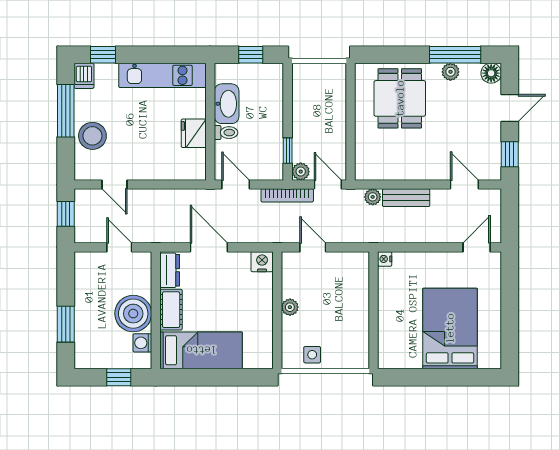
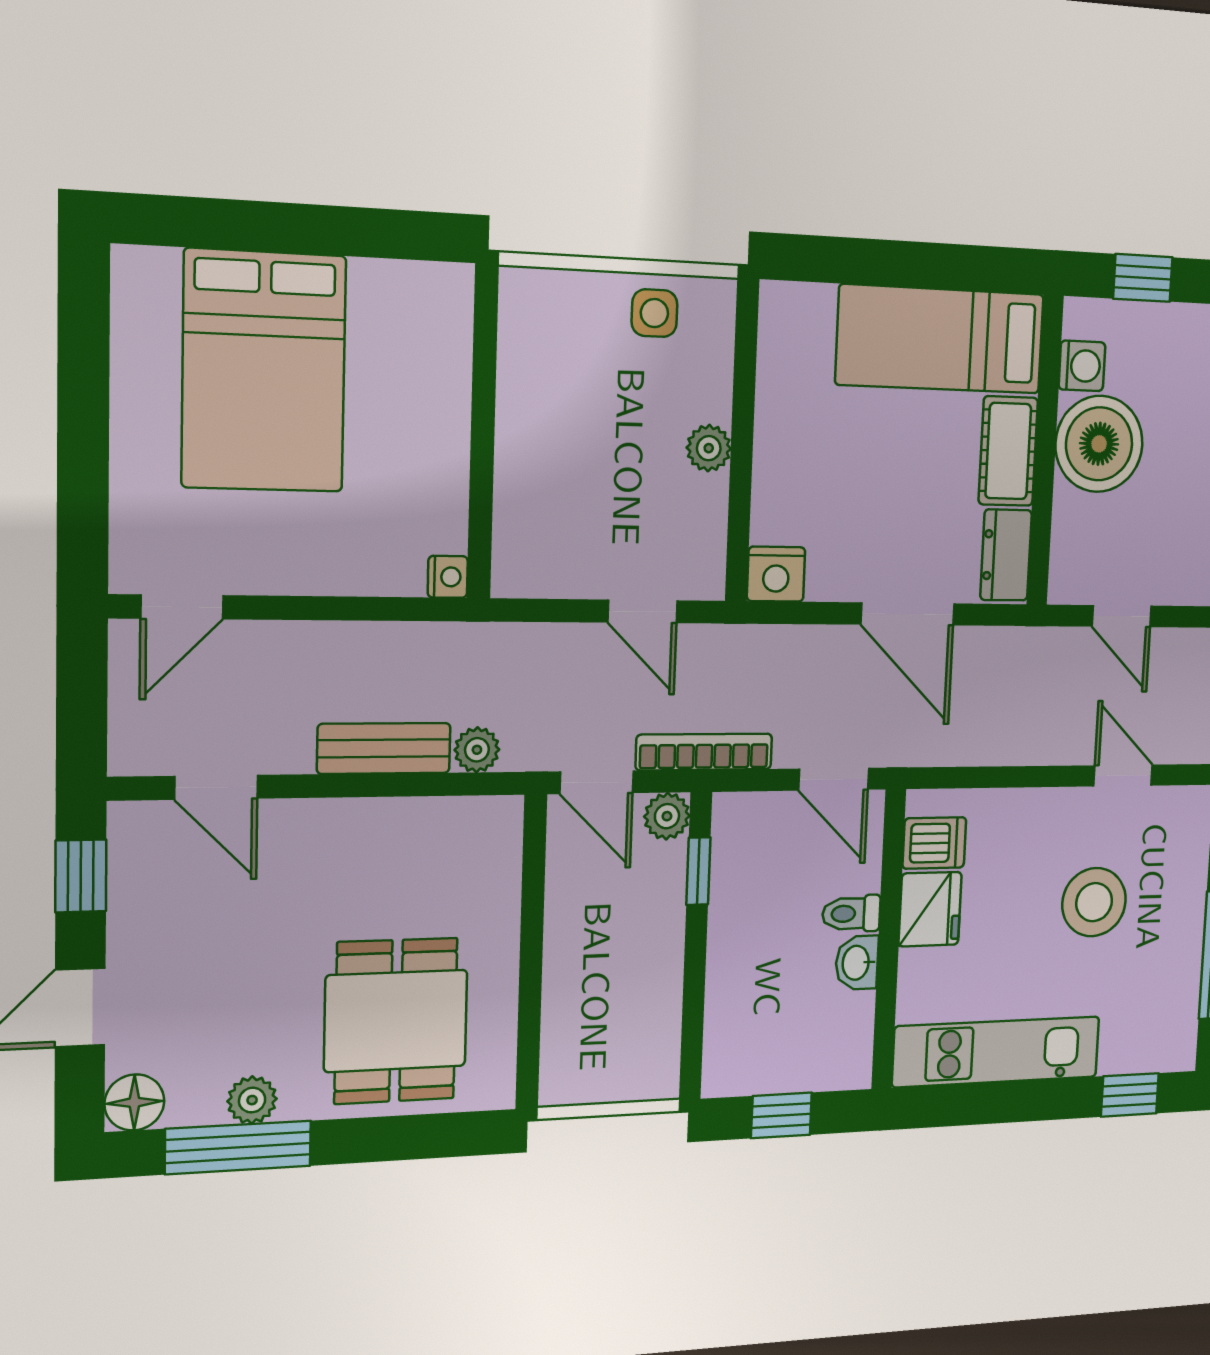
dishwasher: (84, 76) -> (934, 843), moved, turned 90
washbasin: (227, 104) -> (857, 963), width x0.52, depth x0.69
stool: (92, 136) -> (1094, 902), moved

